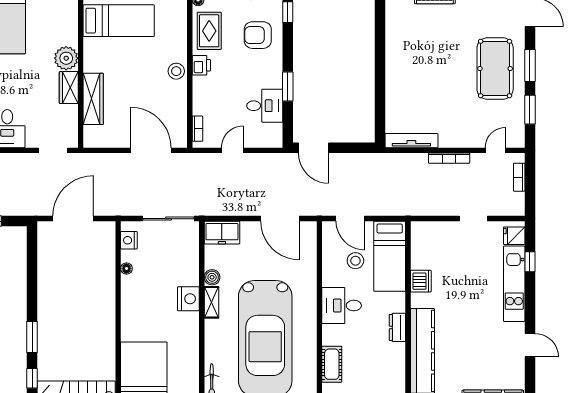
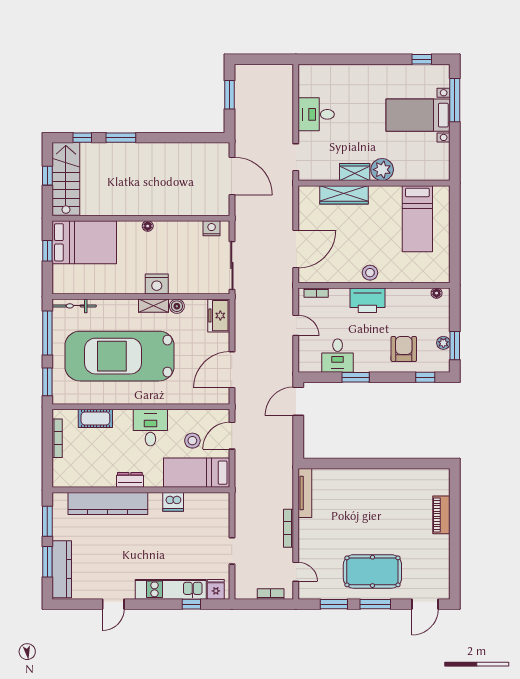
rug: (209, 31) -> (408, 304), removed
printer: (201, 65) -> (367, 300), width x1.87, depth x1.48
floor lamp: (126, 268) -> (148, 226), moved

